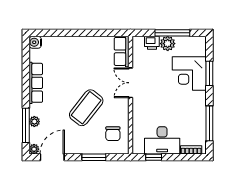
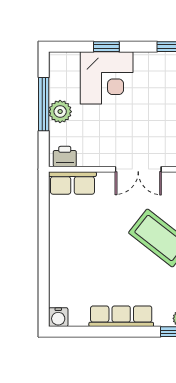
printer: (152, 43) -> (65, 157), moved, turned -90
window: (209, 73) -> (106, 47), width x0.67
double door: (130, 83) -> (138, 169), moved

